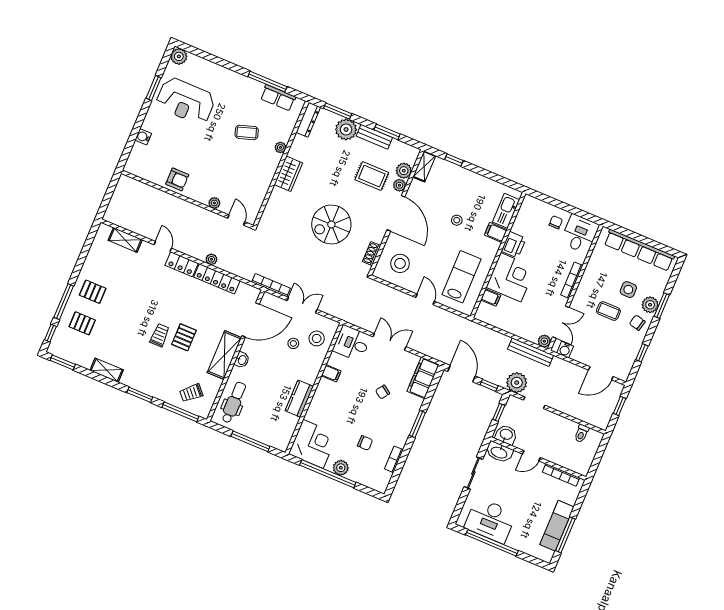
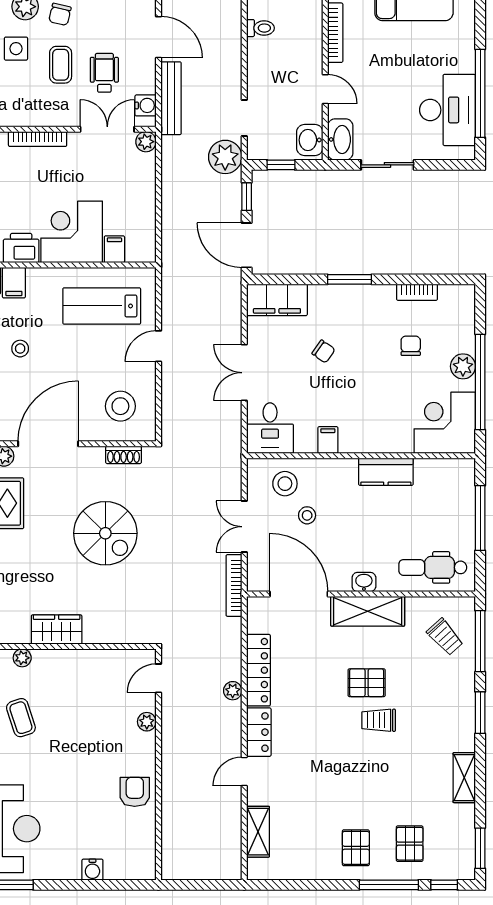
wheelchair: (593, 334) -> (104, 73), added
bench: (531, 352) -> (171, 98), moved
door: (461, 374) -> (247, 245), hinge flipped

